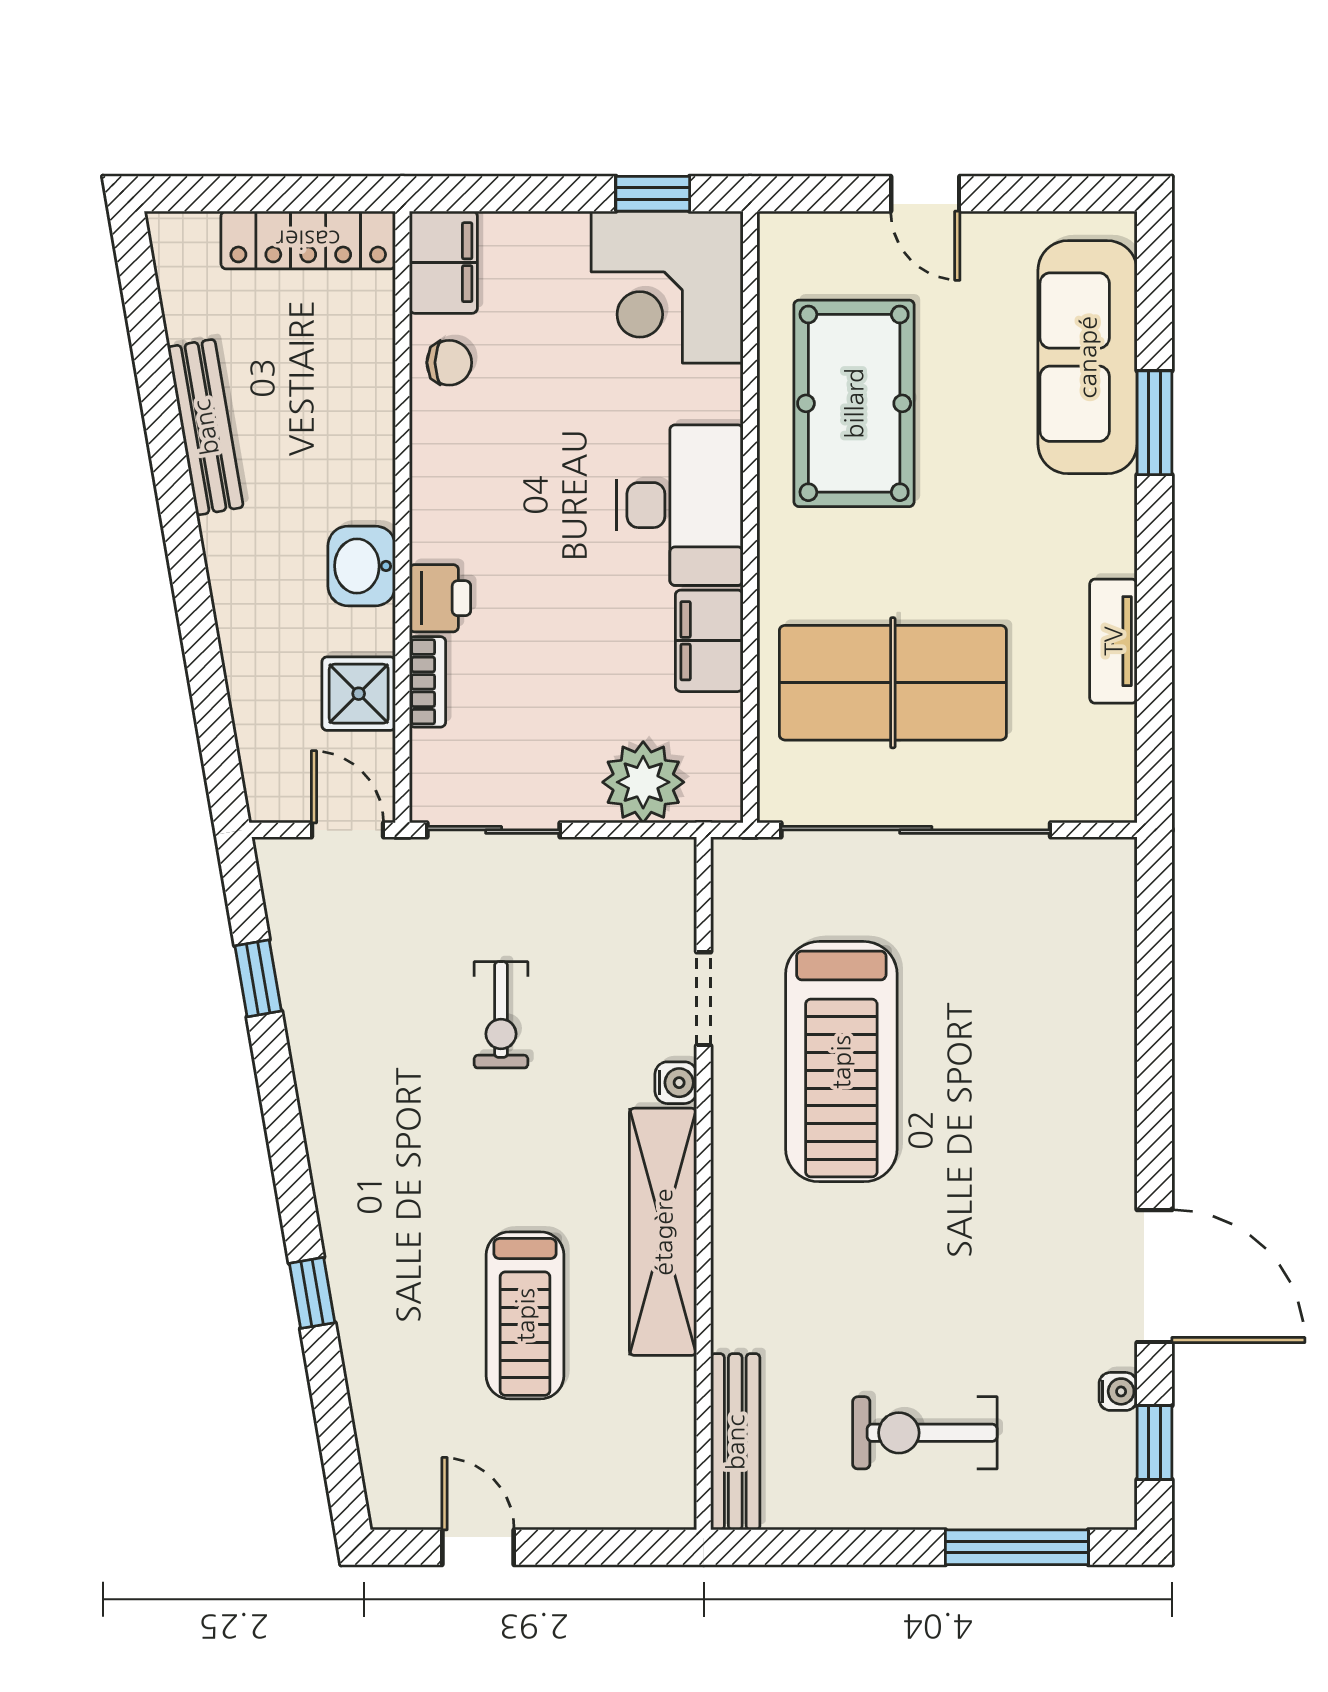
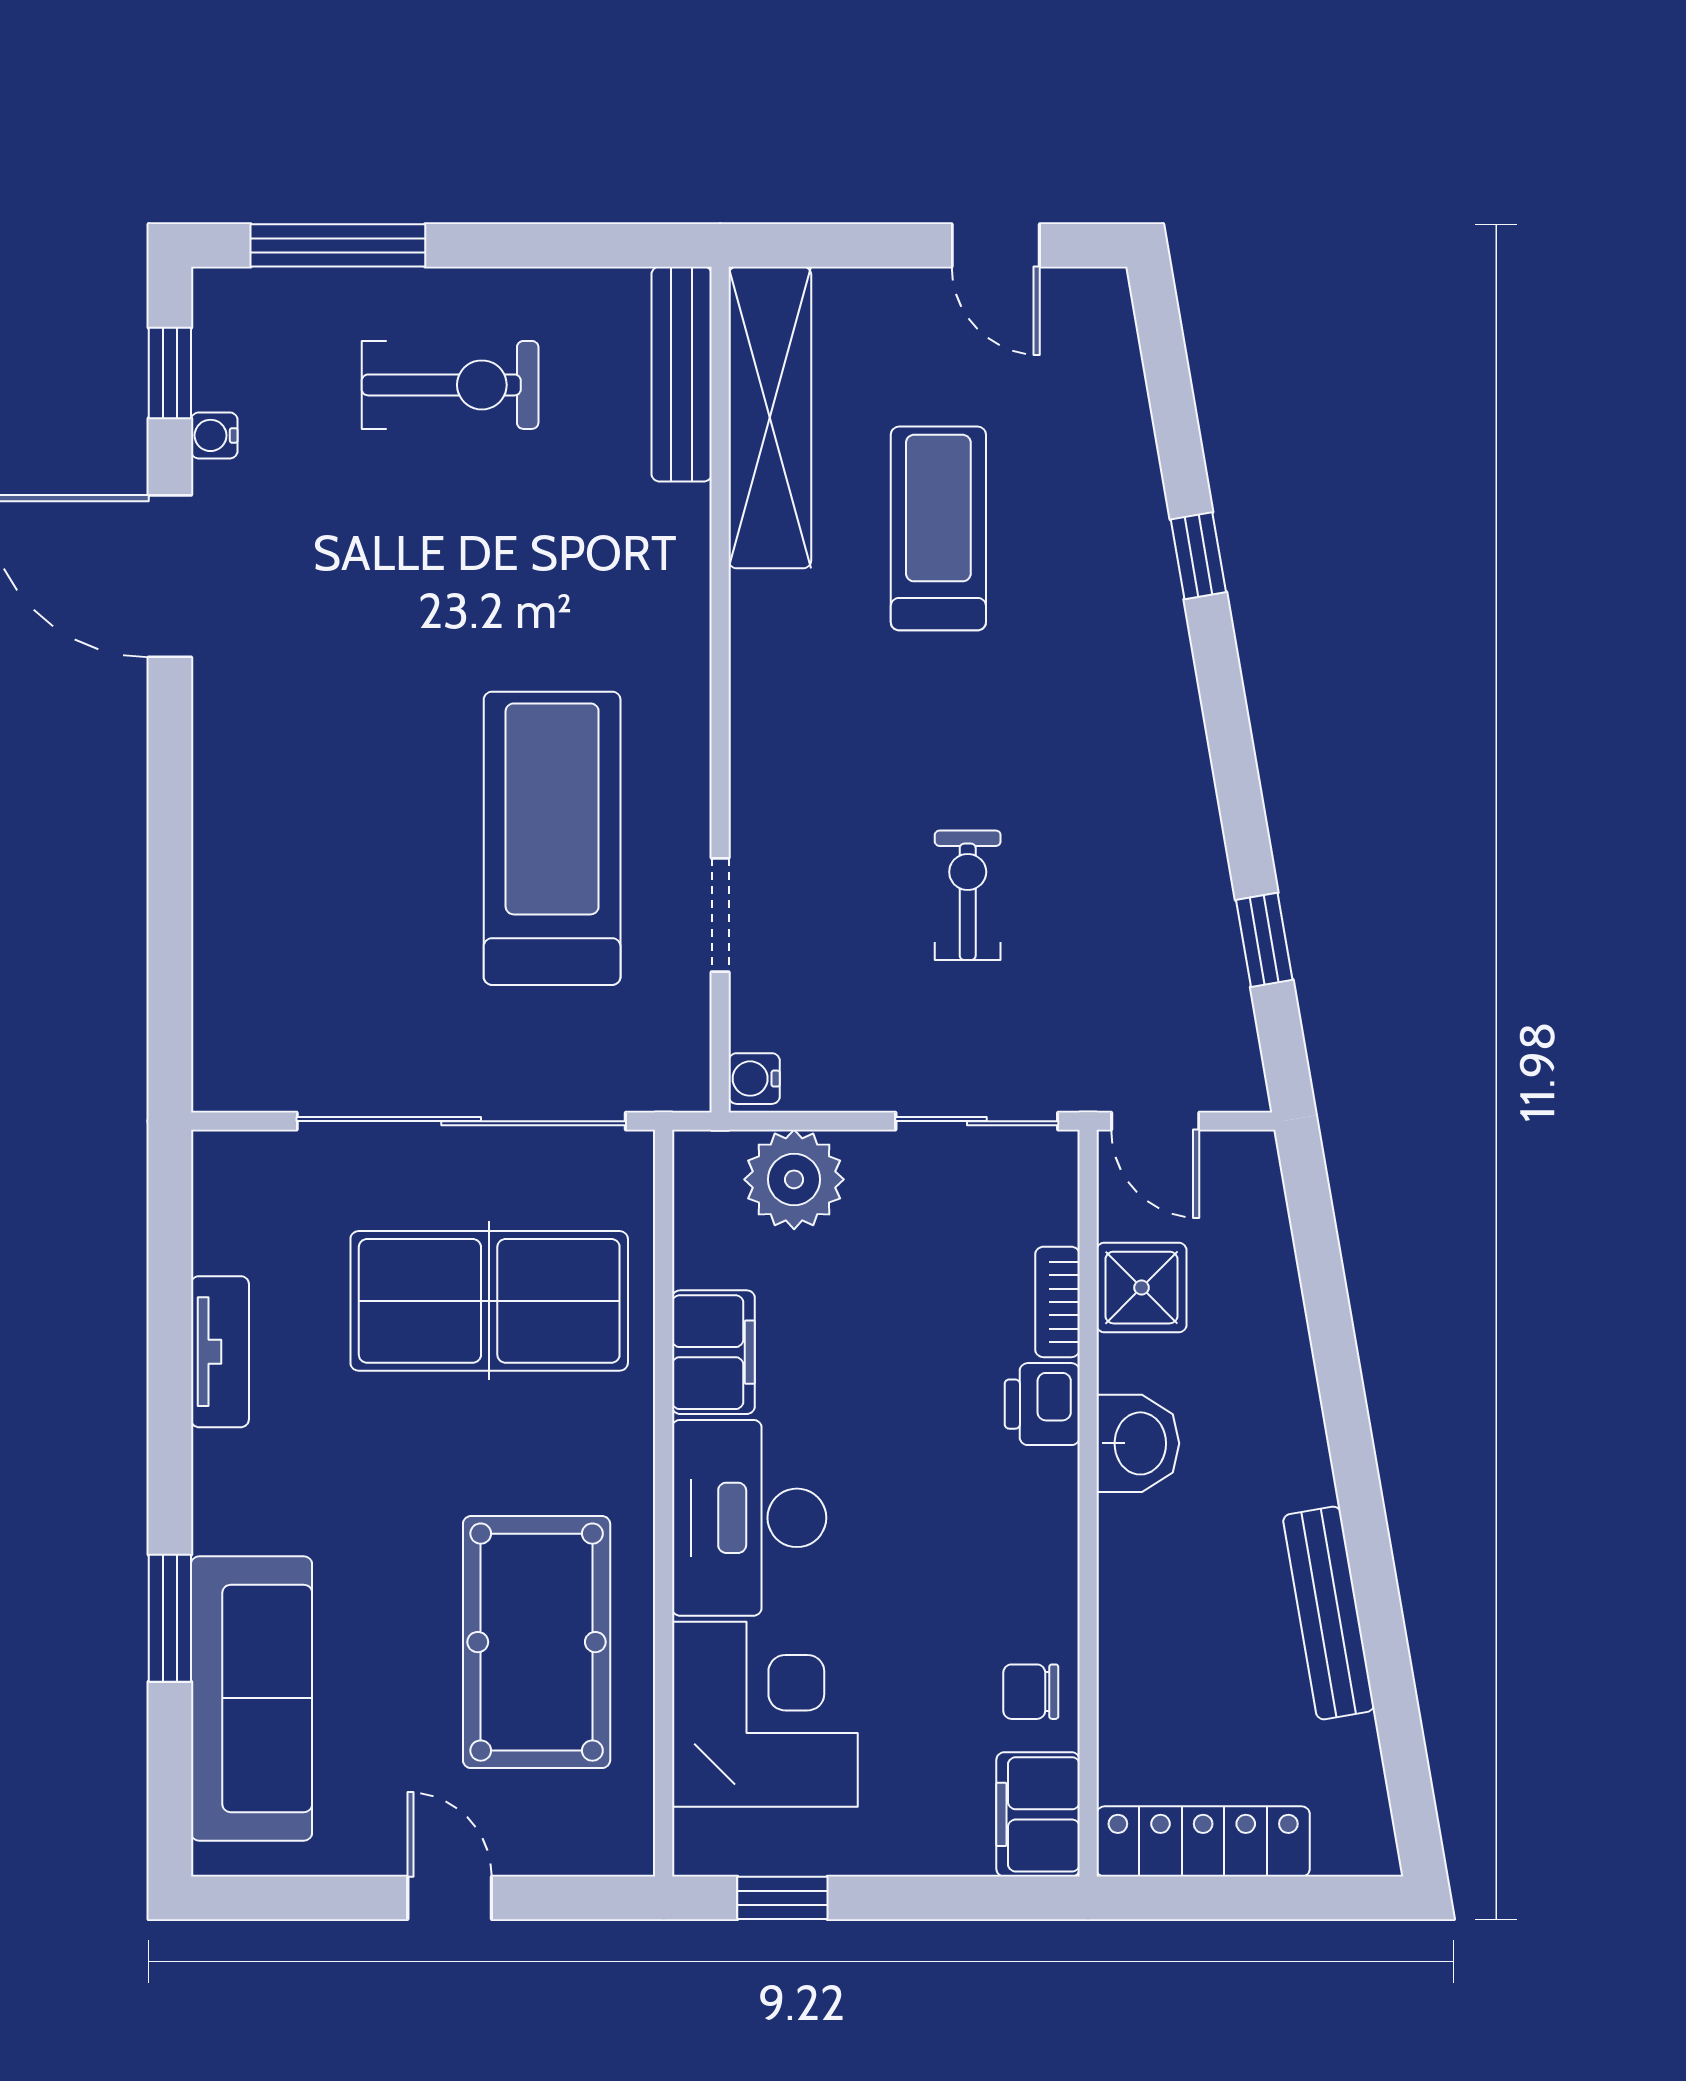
corner desk: (667, 287) -> (765, 1714), moved
water cooler: (676, 1083) -> (754, 1079), moved
shelving: (663, 1232) -> (770, 418), moved

